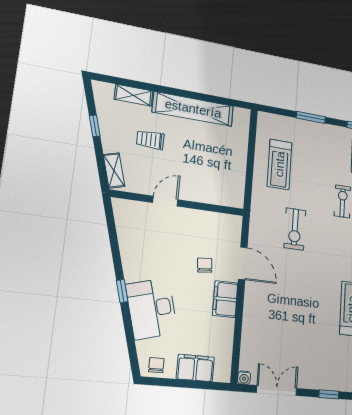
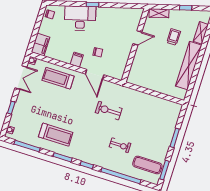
treadmill: (280, 164) -> (58, 78), moved
door: (165, 201) -> (137, 38), hinge flipped
door: (243, 263) -> (95, 74), hinge flipped
filing cabinet: (225, 299) -> (77, 60), width x0.50
filing cabinet: (195, 368) -> (40, 45), moved

